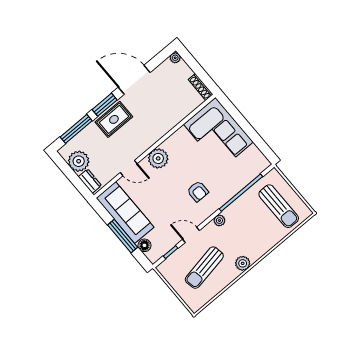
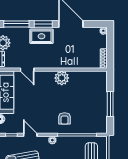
window: (249, 130) -> (110, 104), added
corner sofa: (218, 133) -> (92, 92), removed
plant: (158, 158) -> (62, 78), moved
armchair: (198, 191) -> (65, 118), moved

